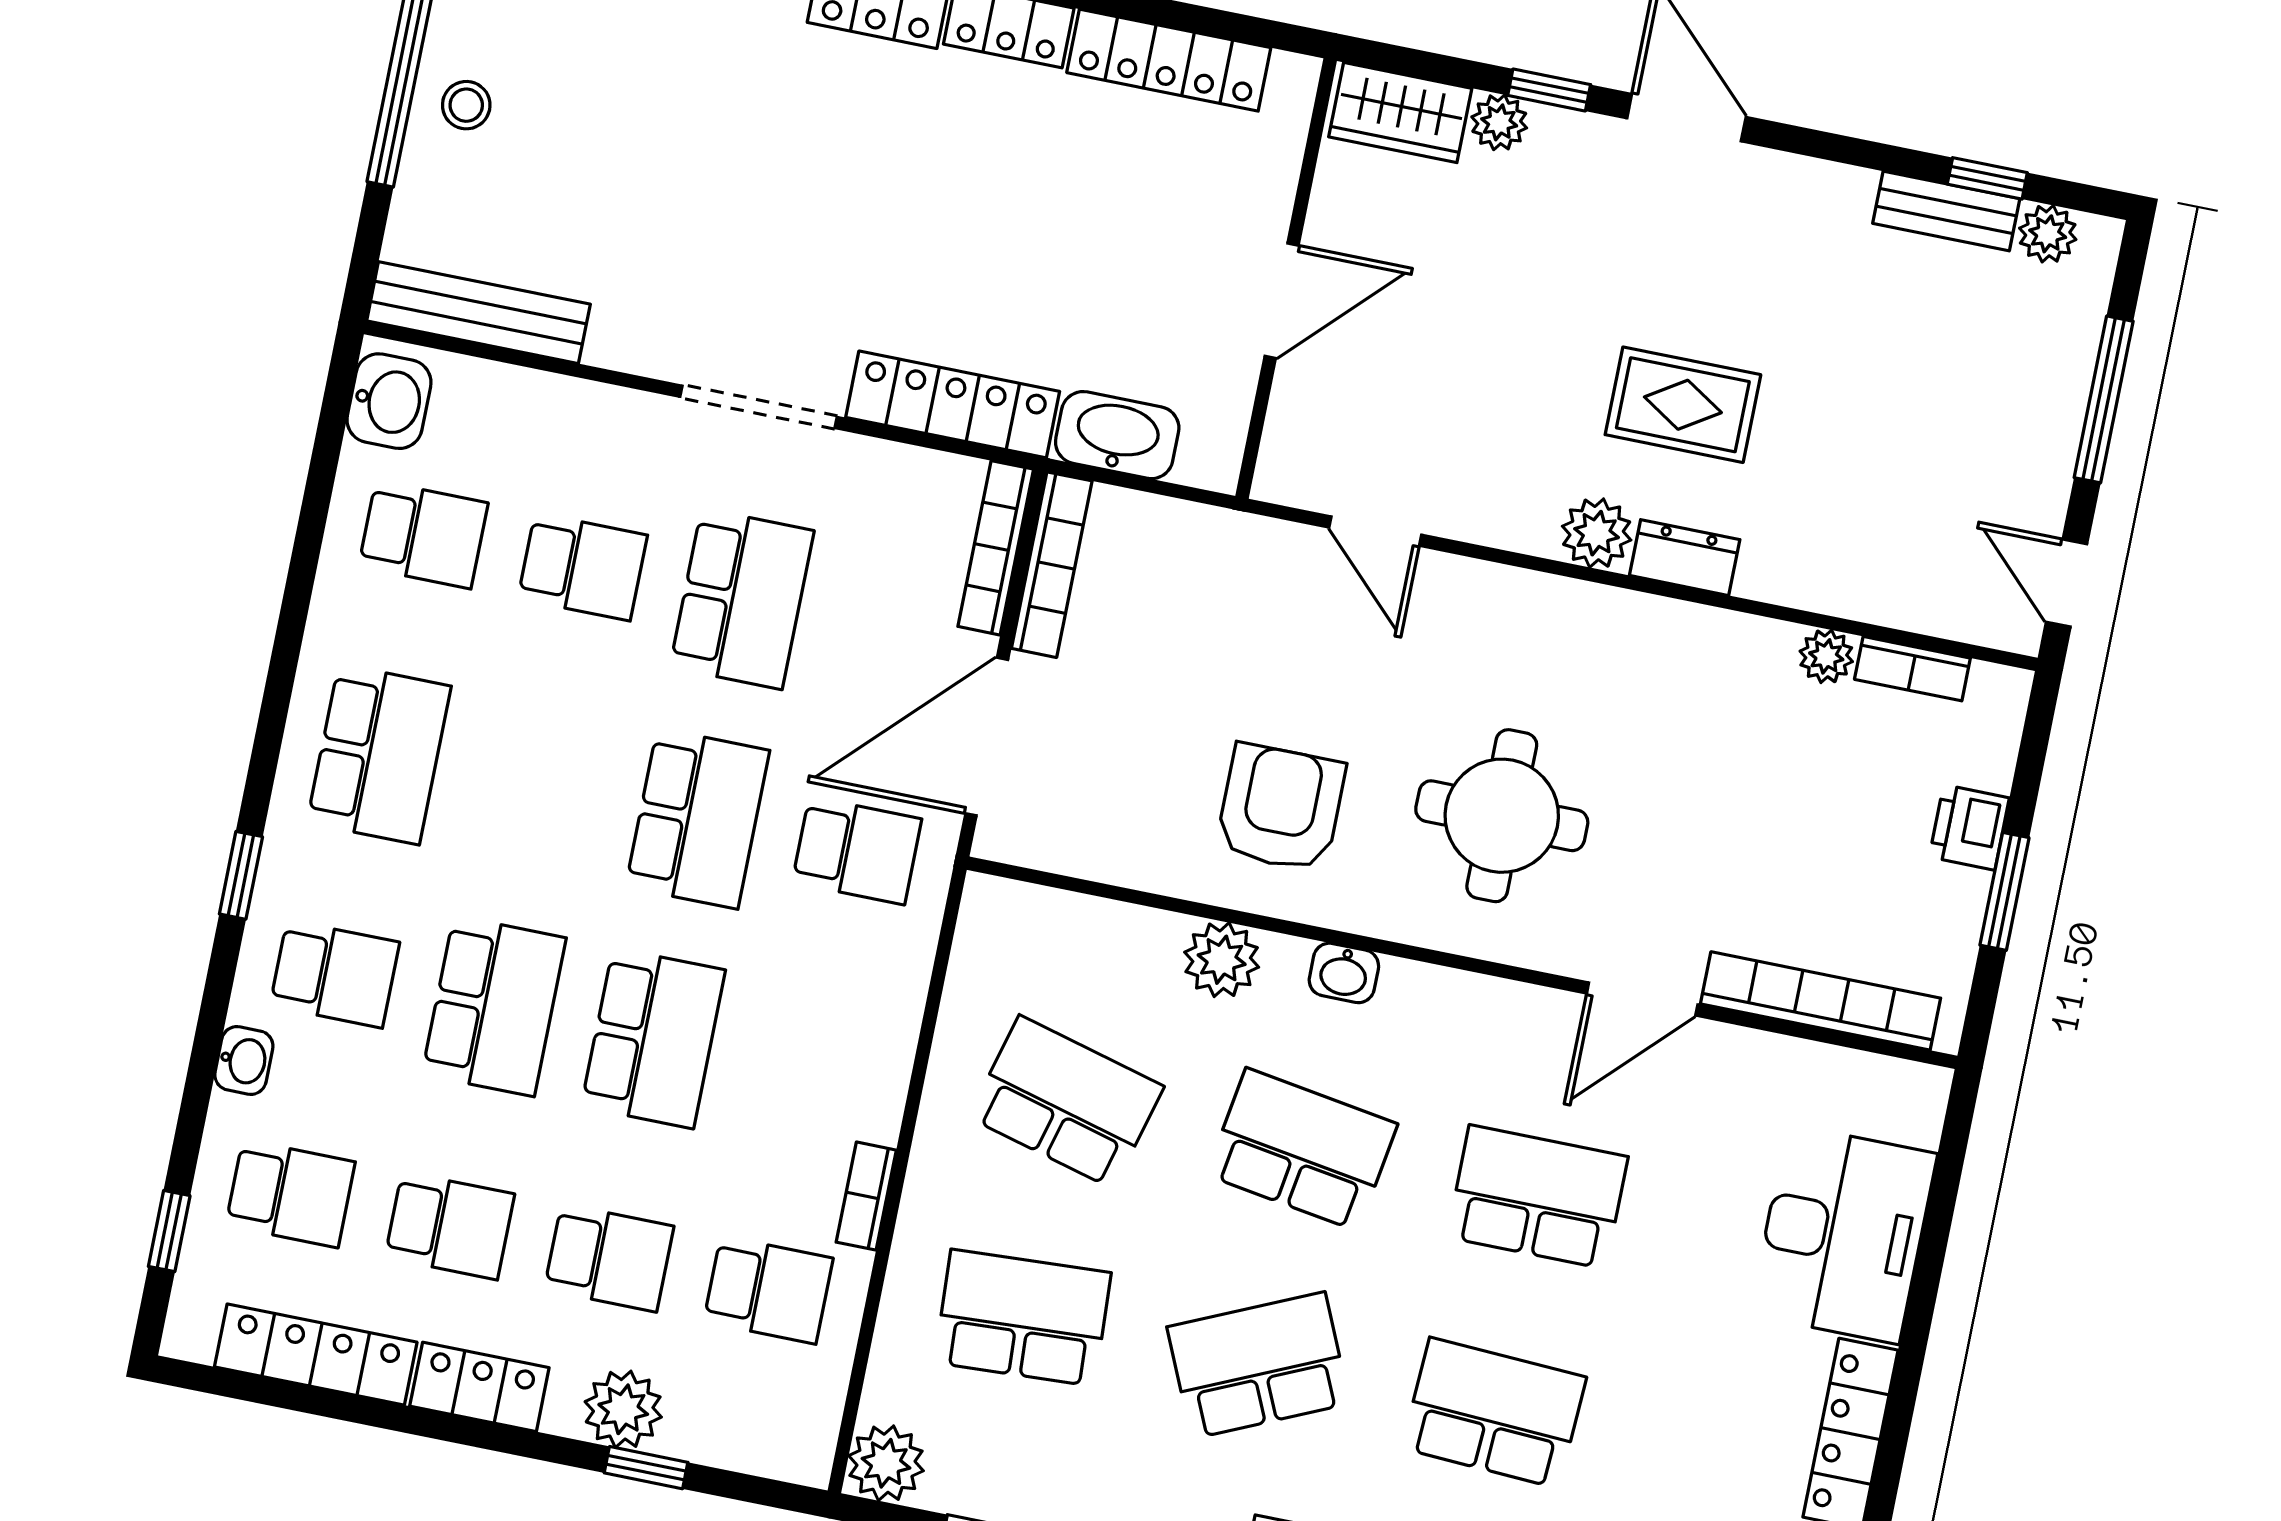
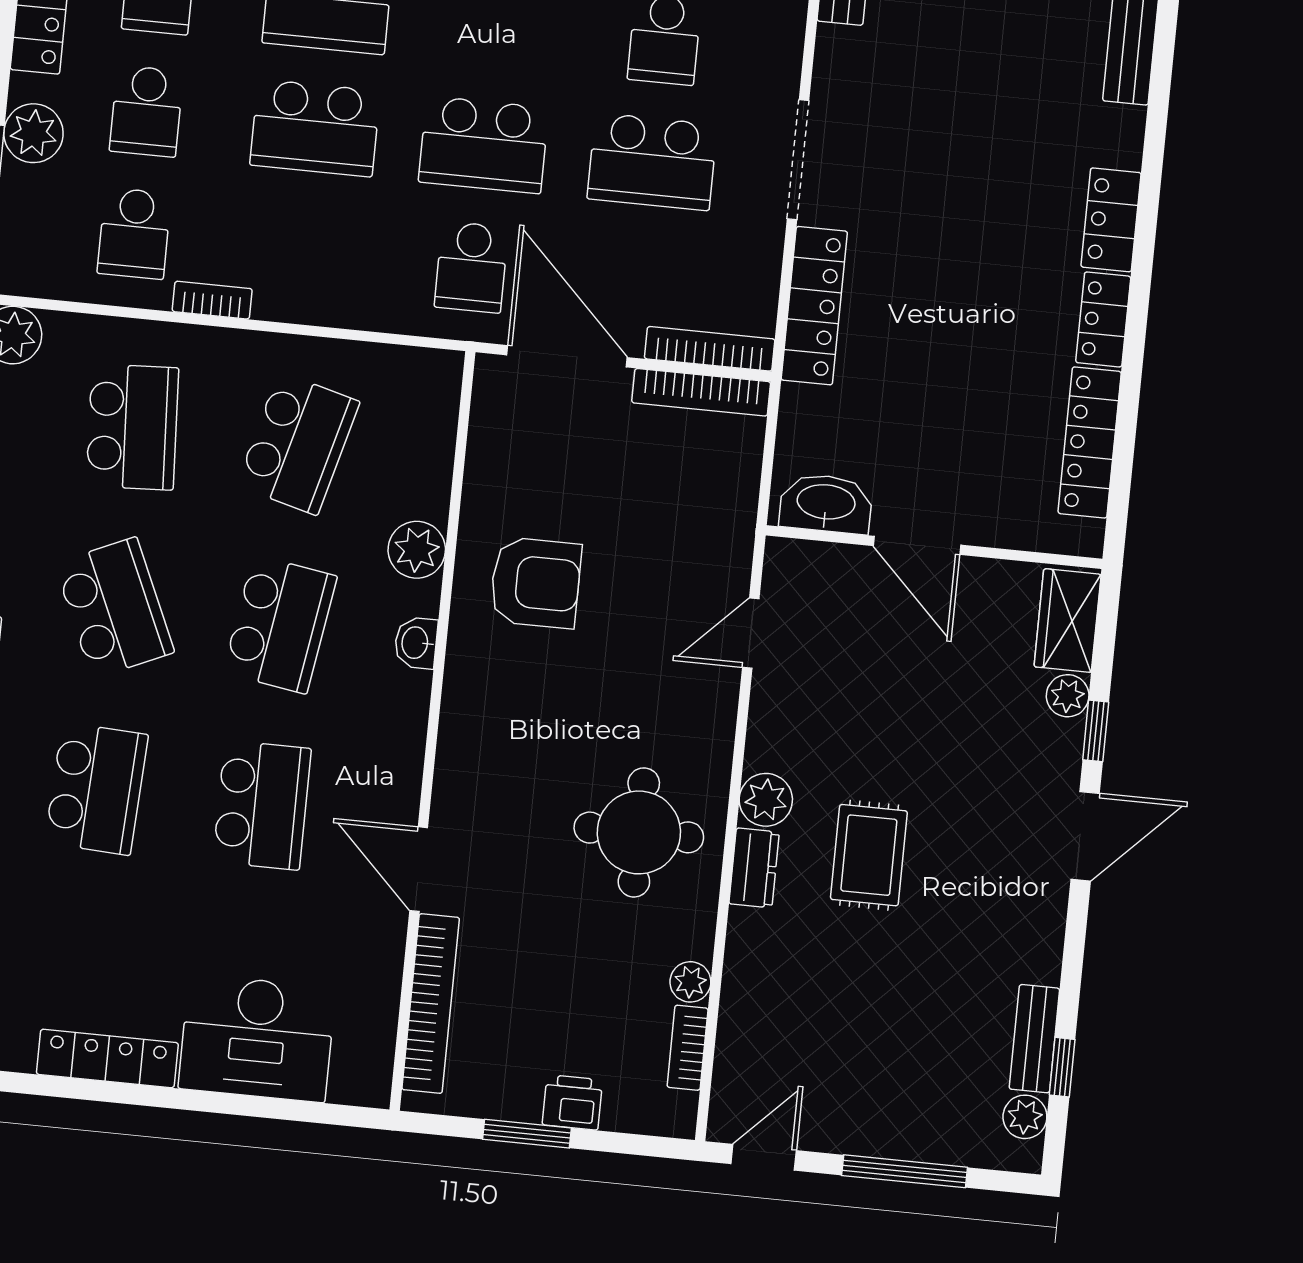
washbasin: (1117, 435) -> (826, 503), moved, turned -90
round table: (1502, 816) -> (639, 832), moved

